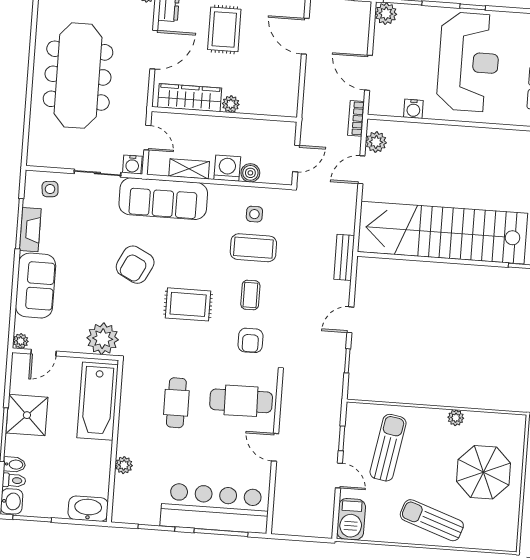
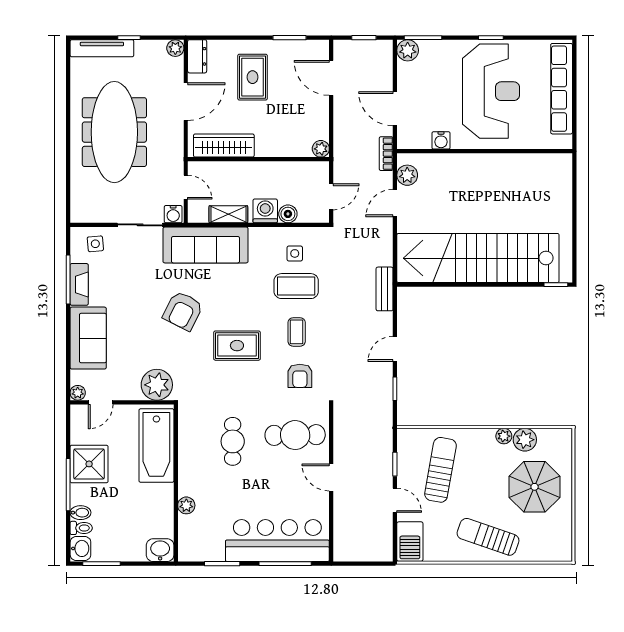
plant: (231, 104) -> (321, 149), moved
plant: (477, 423) -> (525, 440), added
washbasin: (88, 509) -> (160, 550), width x0.72

